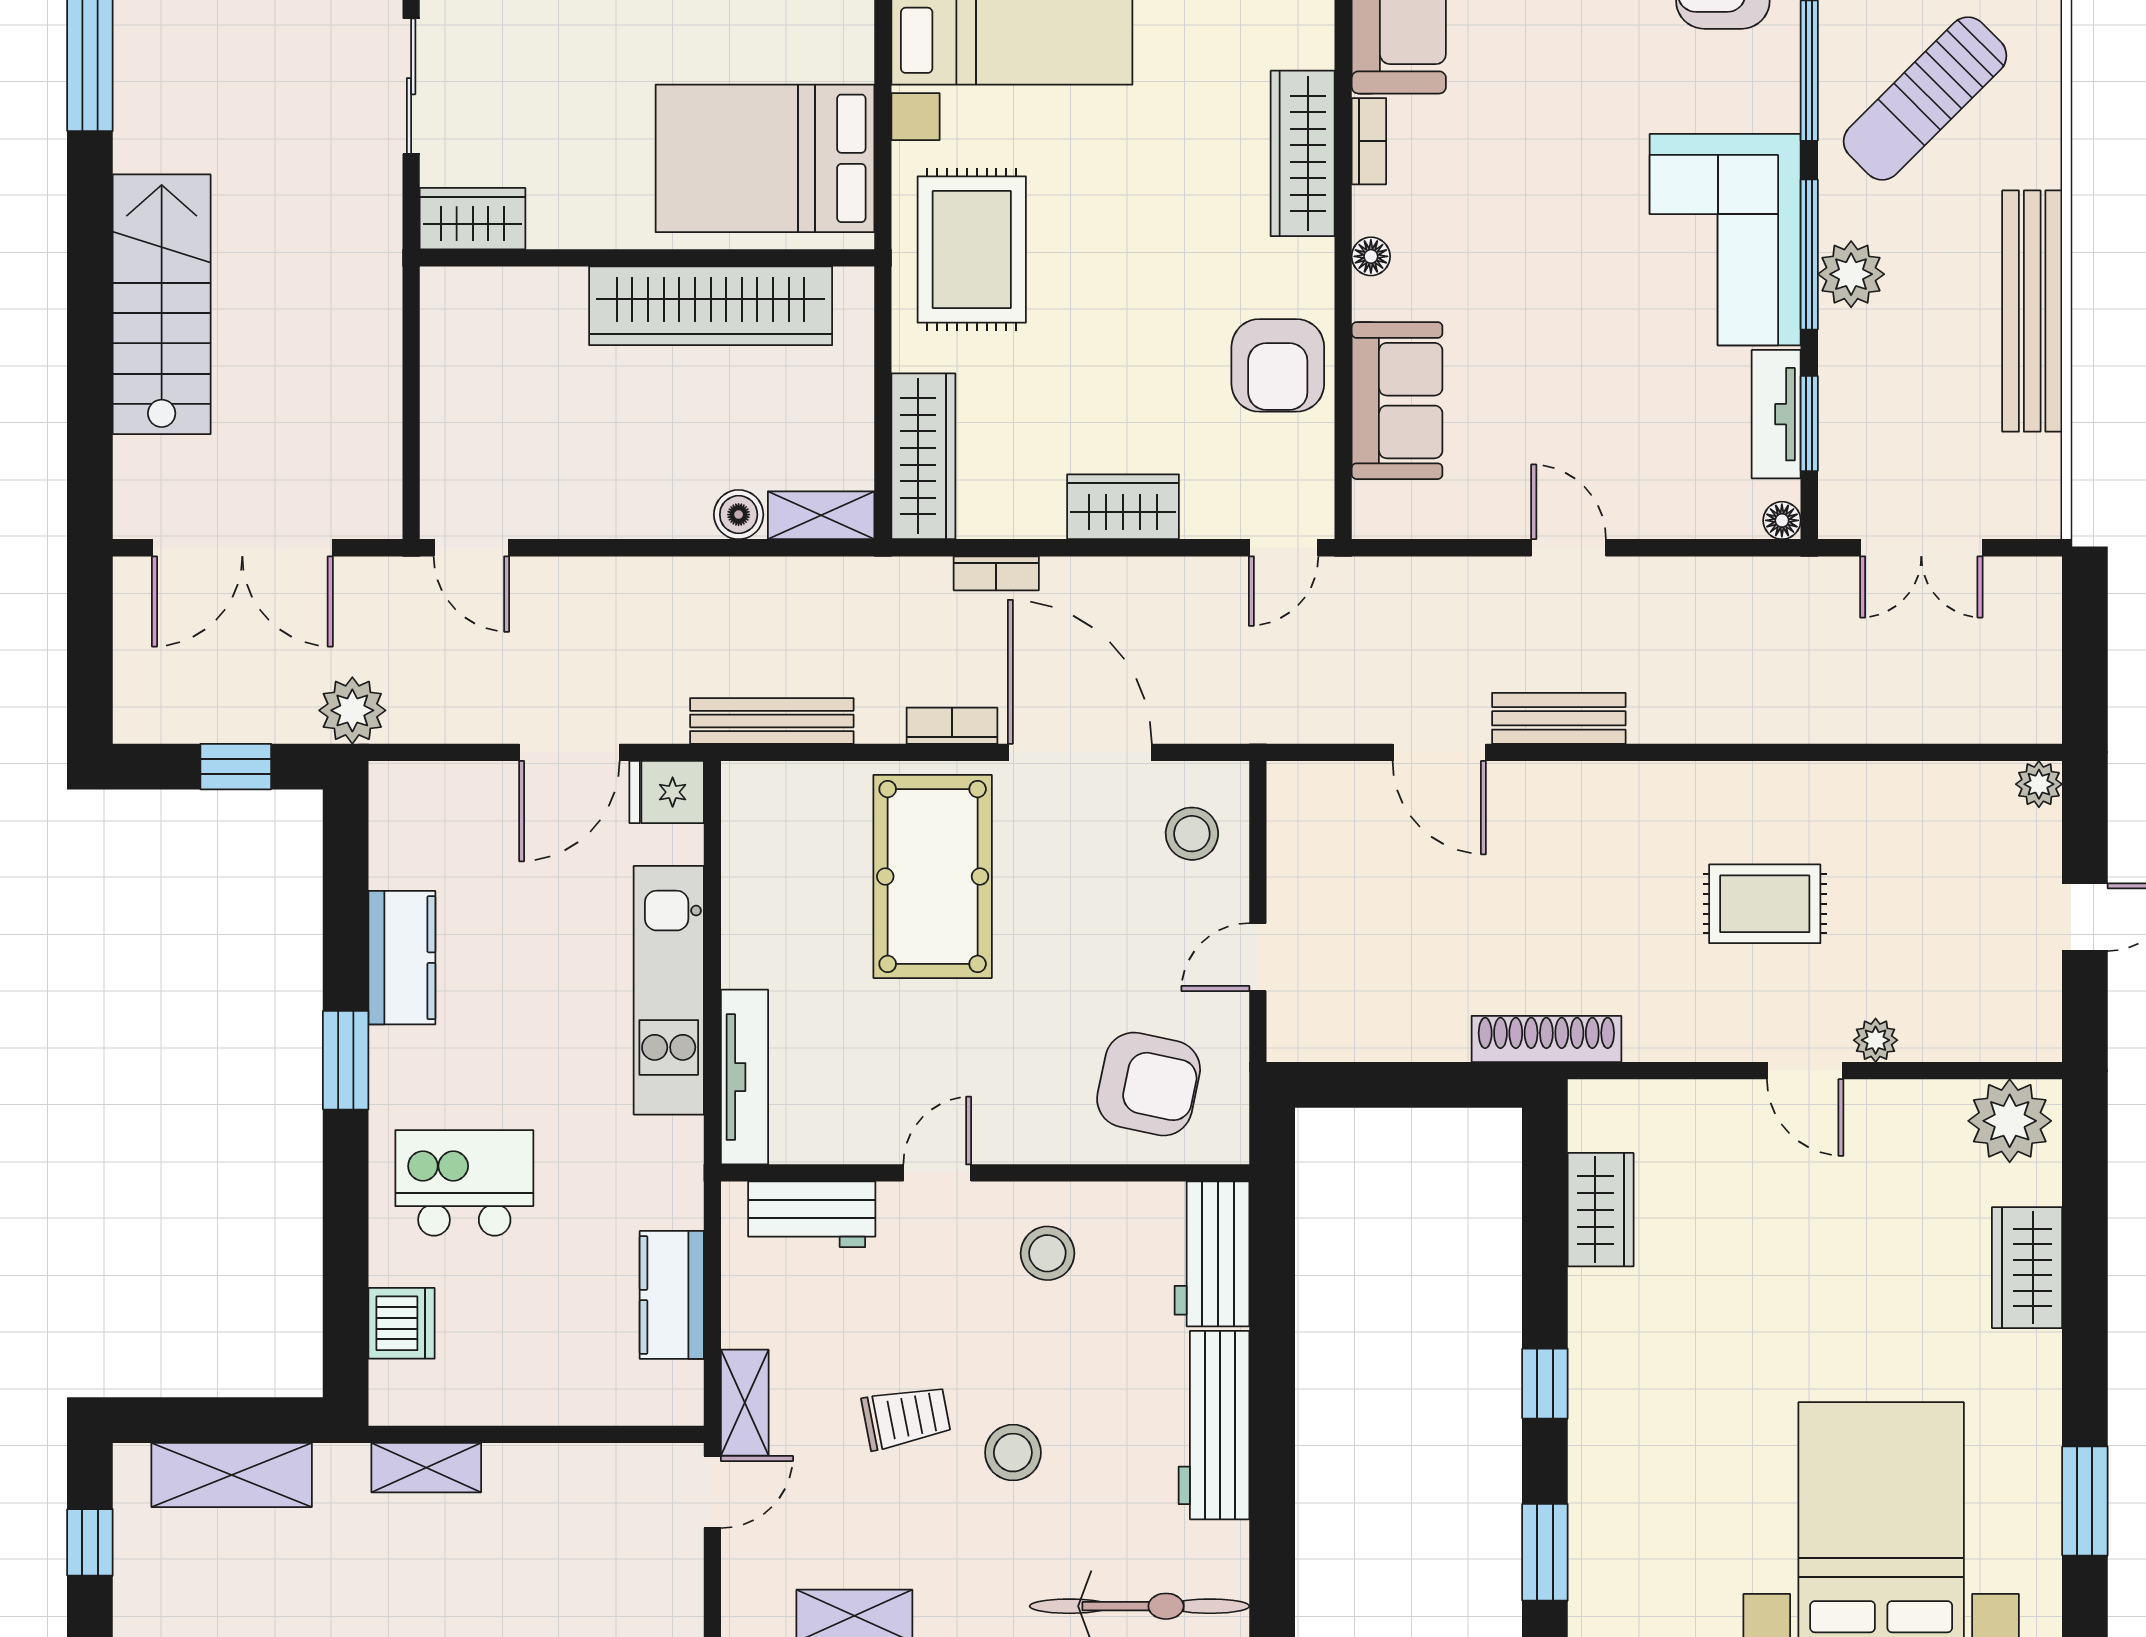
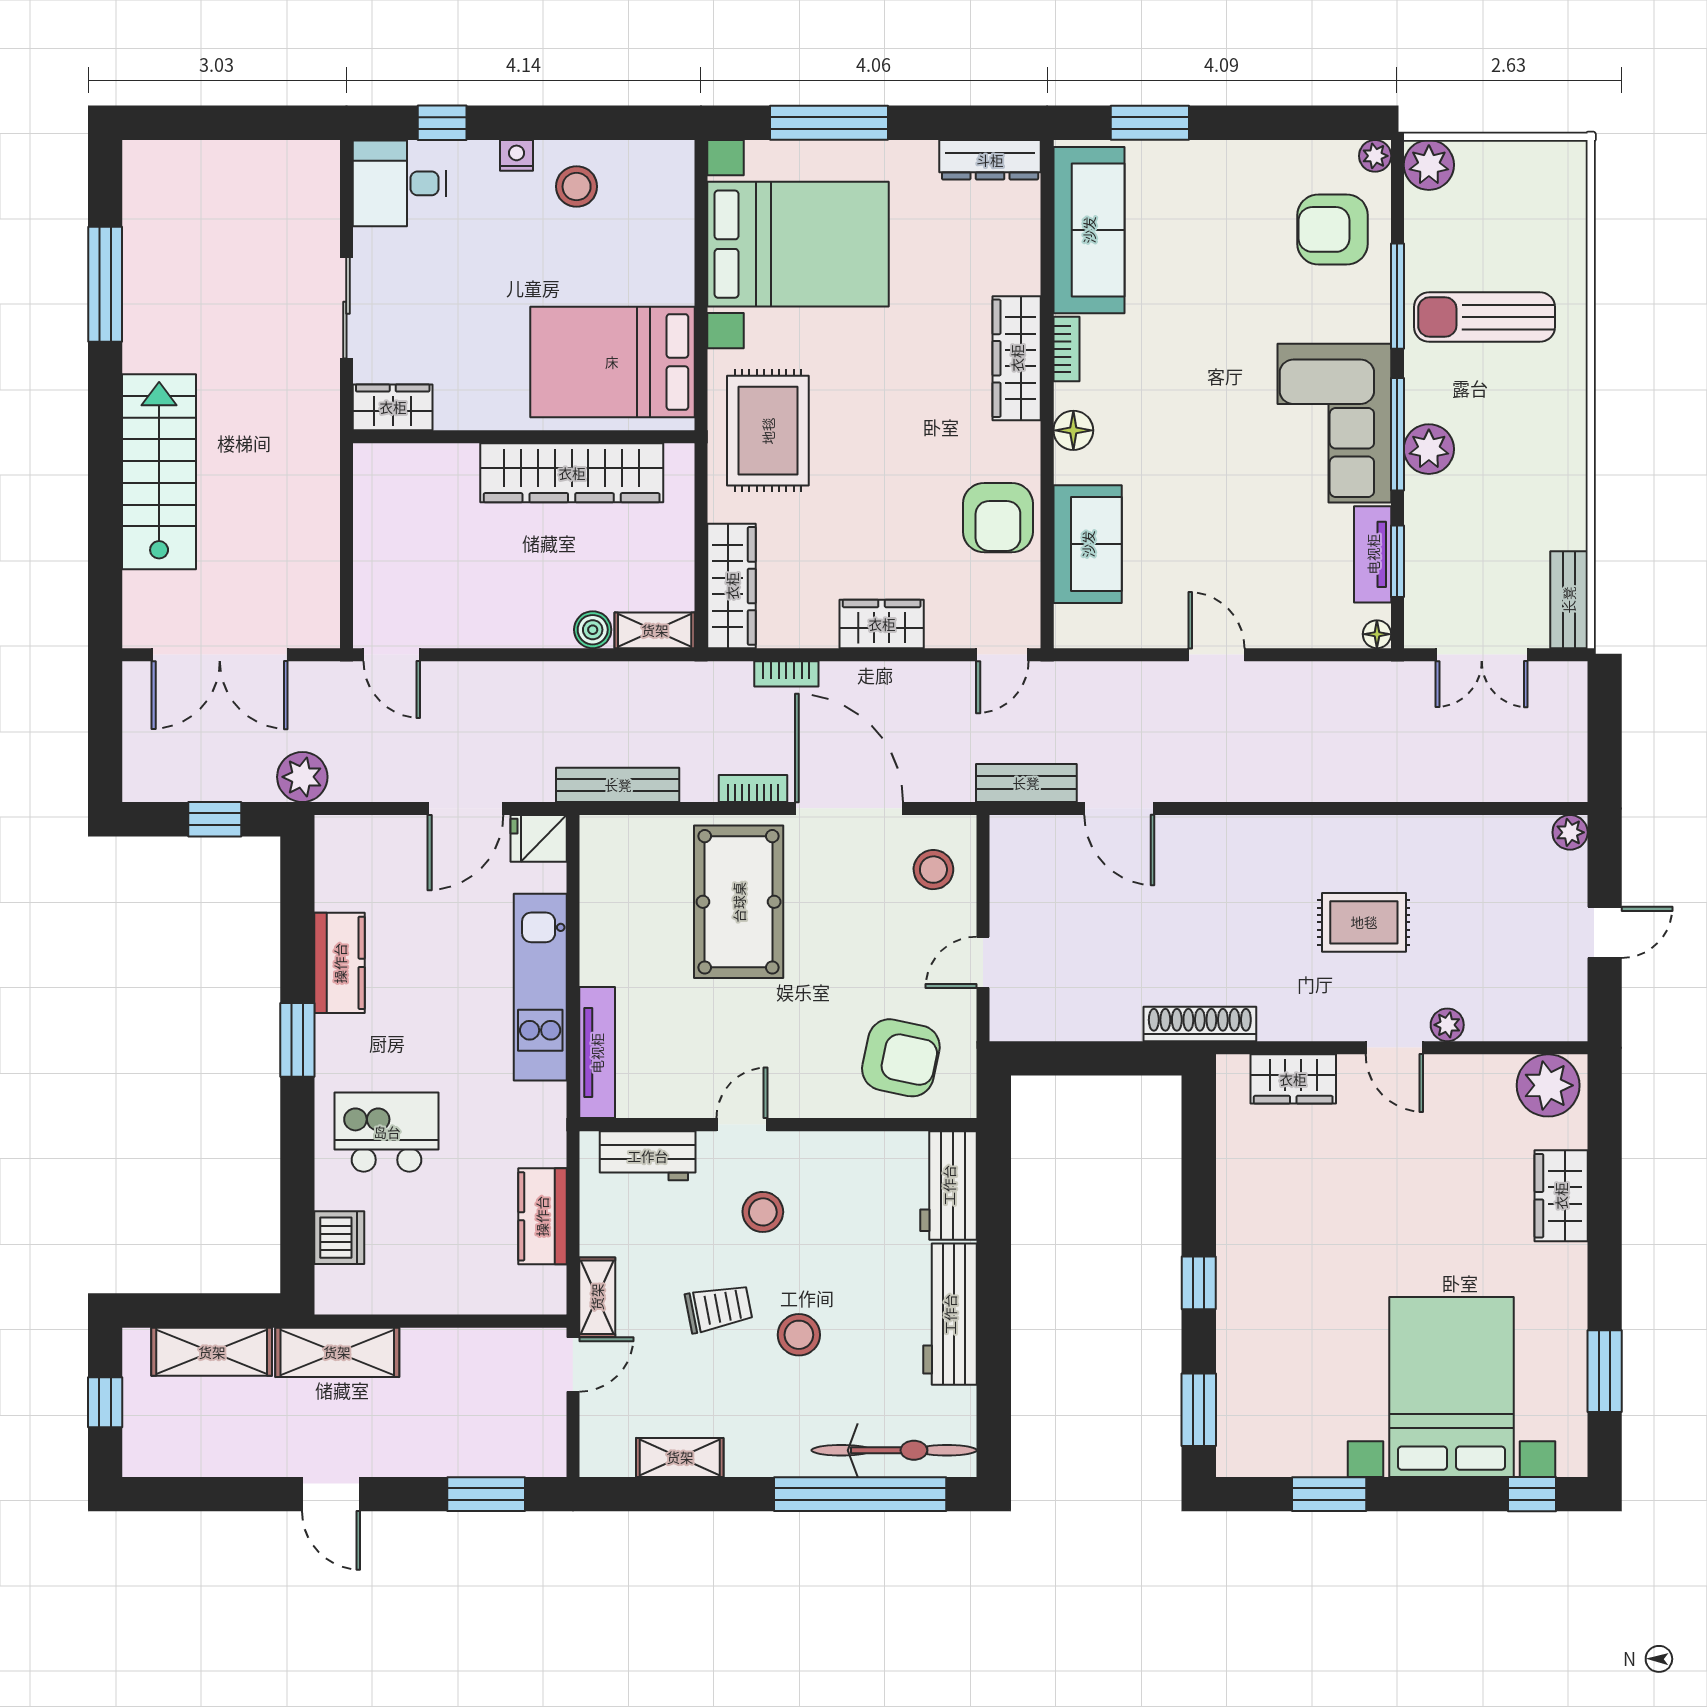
sun lounger: (1925, 99) -> (1484, 317), turned 45
floor lamp: (1371, 256) -> (1073, 430), width x1.37, depth x1.37
bench: (2032, 311) -> (1569, 600), moved, width x0.54, depth x0.82
bench: (1559, 718) -> (1026, 783), moved
wardrobe: (1601, 1210) -> (1293, 1079), moved, turned 90
stool: (1047, 1253) -> (763, 1212), moved
shelving: (426, 1468) -> (337, 1352), width x1.50, depth x1.33

